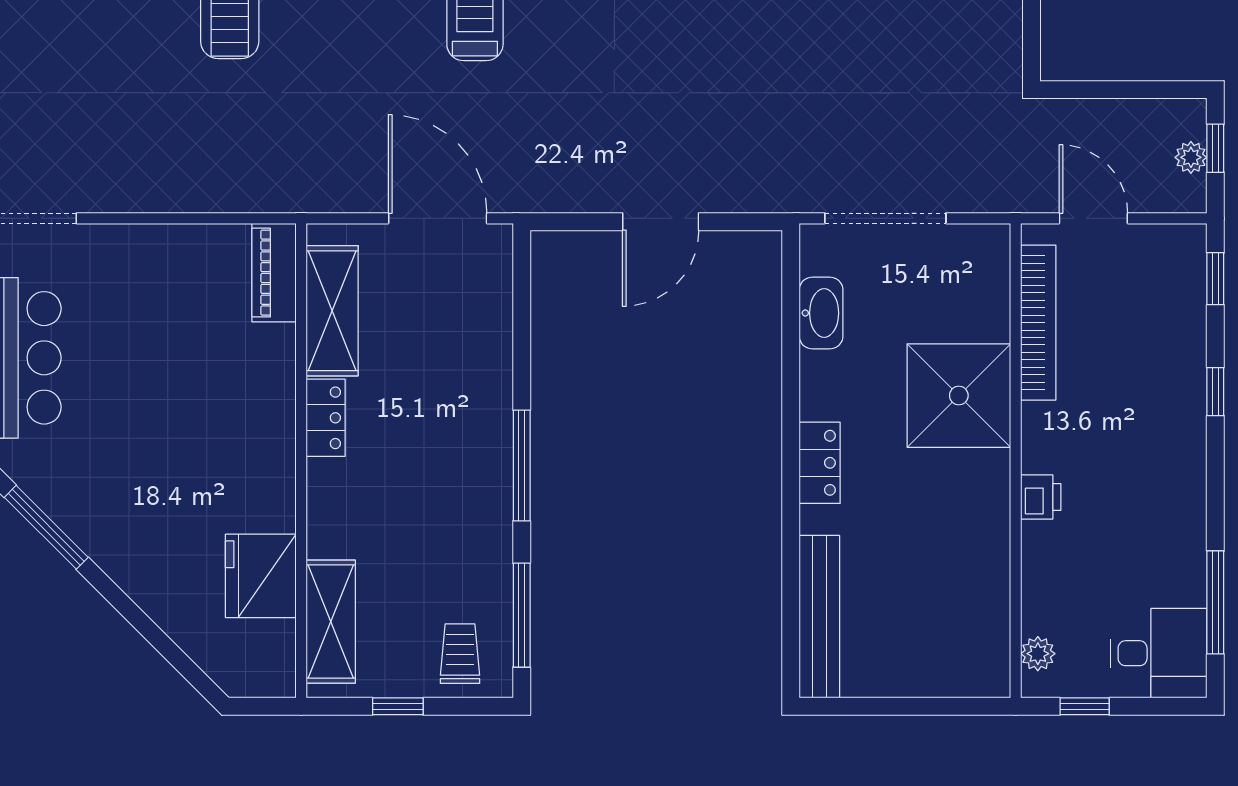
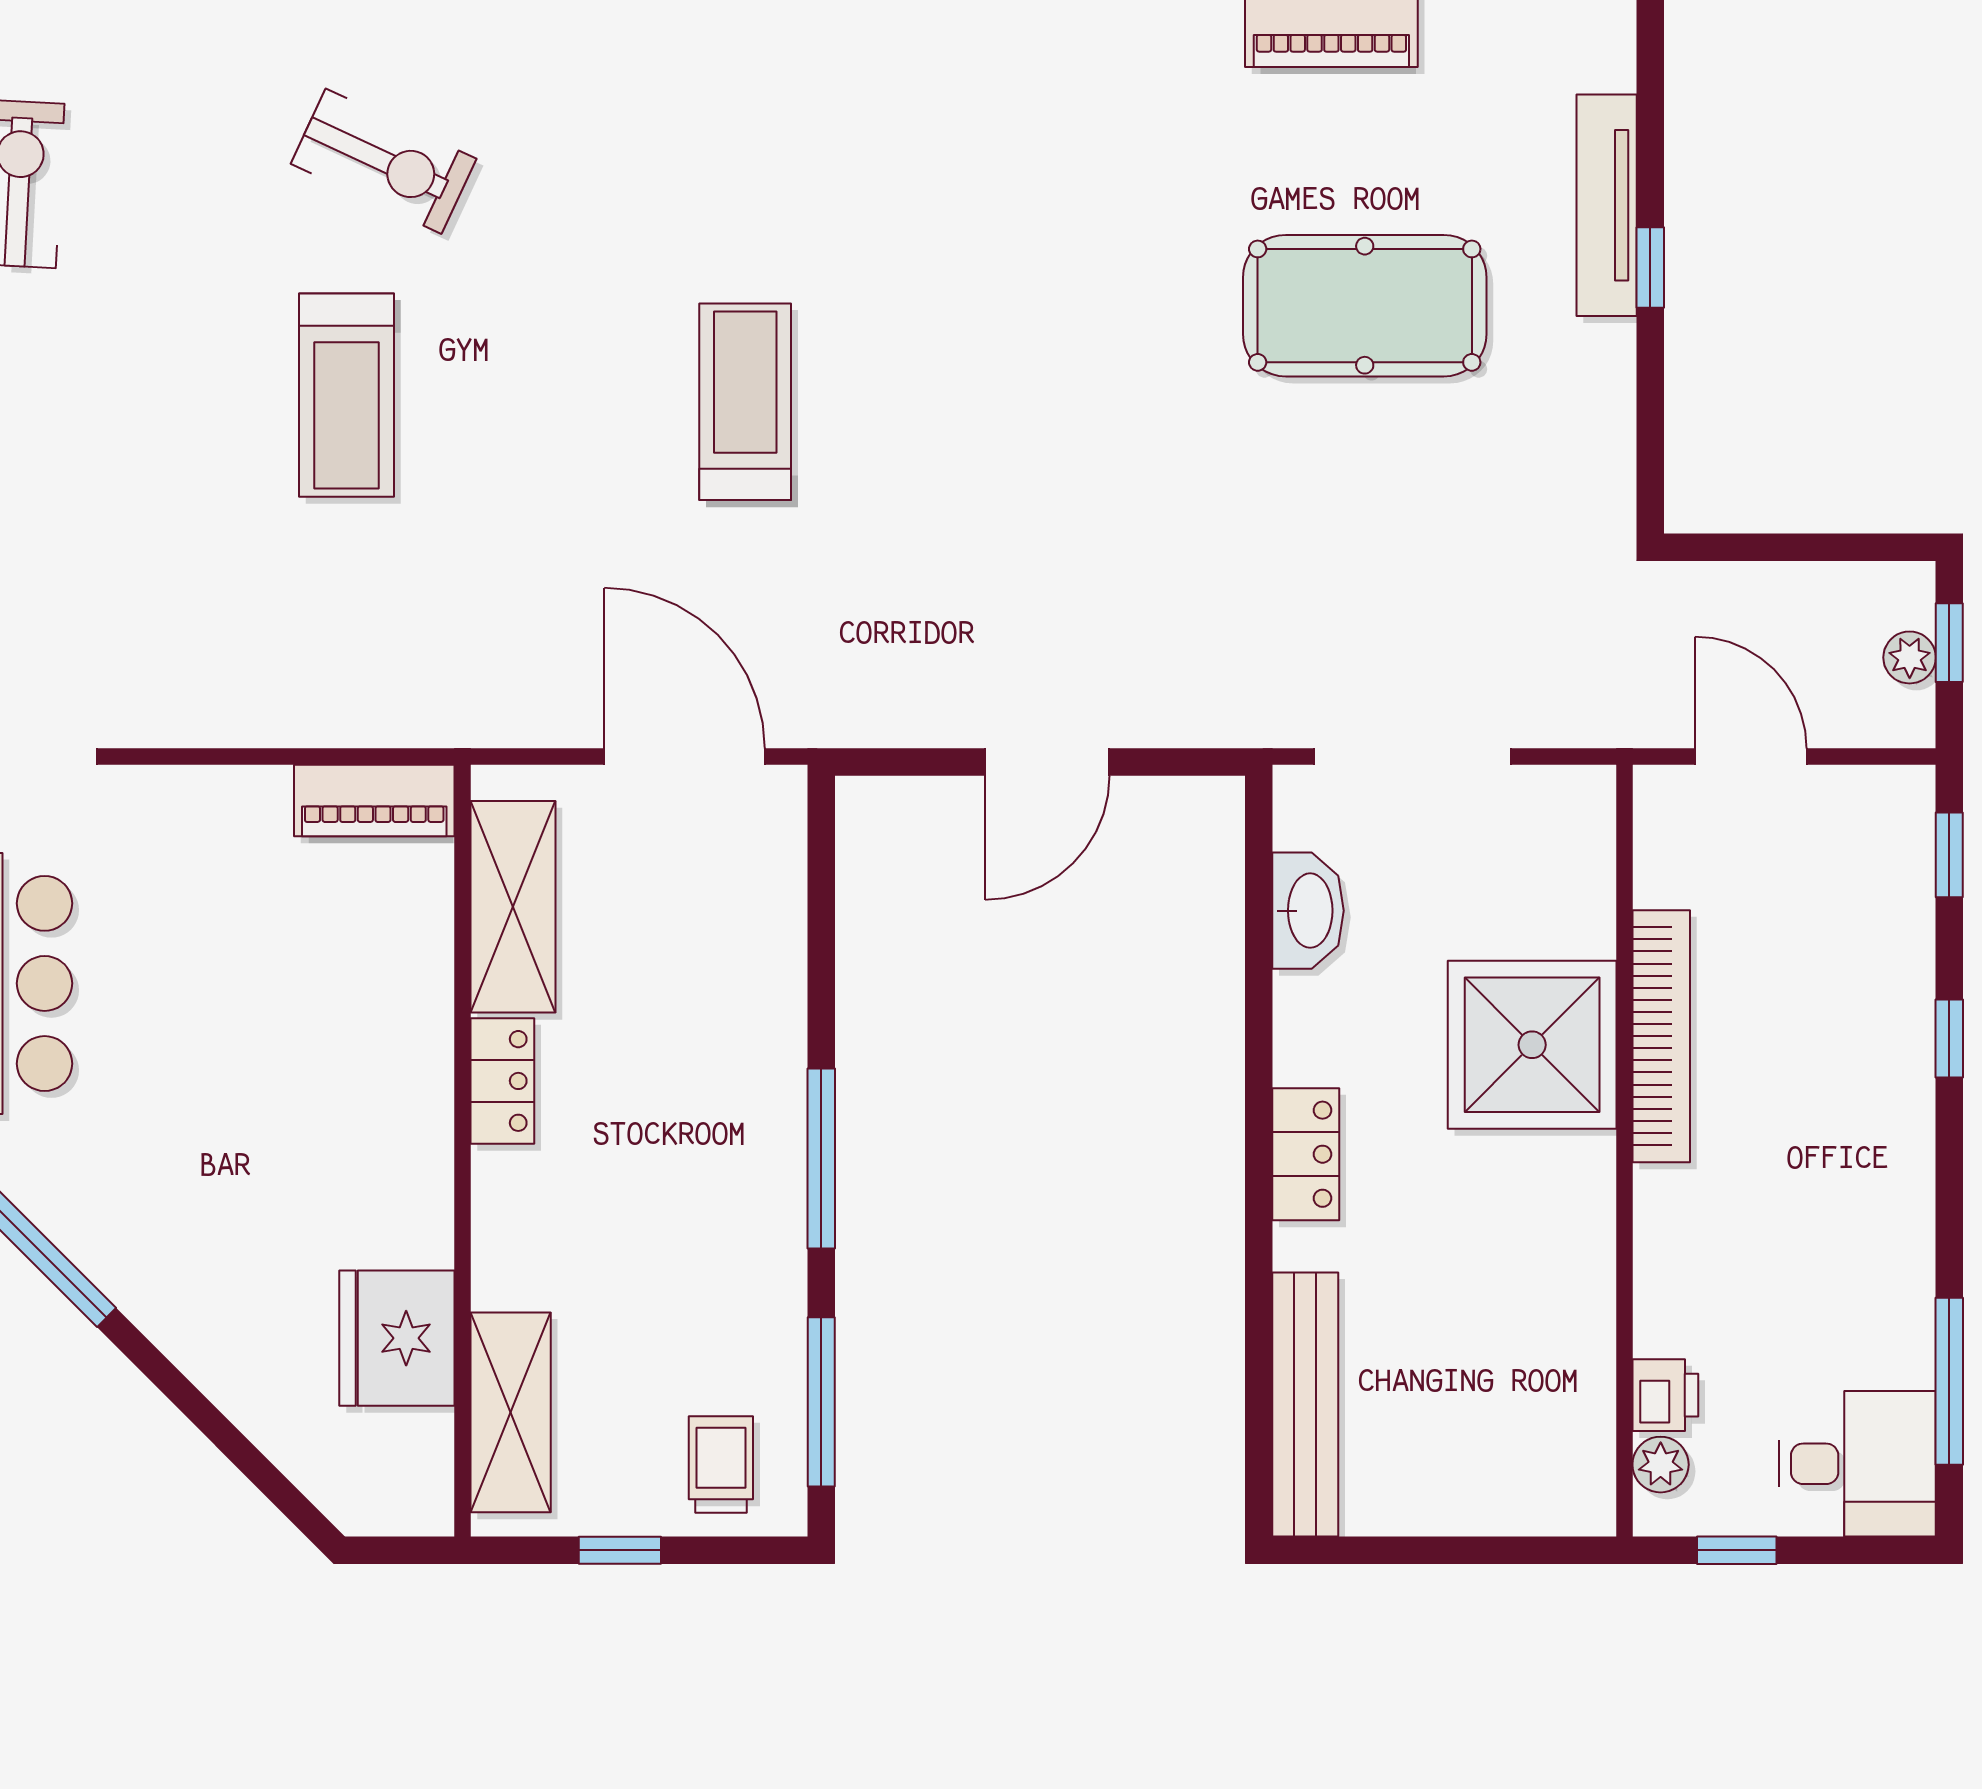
piano: (274, 273) -> (374, 801), moved, turned -90
bookcase: (1038, 323) -> (1661, 1036), moved
printer: (1041, 497) -> (1665, 1395), moved

